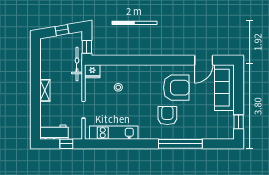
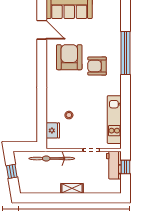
window: (87, 47) -> (29, 147), removed
bicycle: (77, 64) -> (52, 159), width x1.37, depth x1.40
fridge: (92, 71) -> (53, 130), moved
workbench: (54, 132) -> (114, 165), moved

